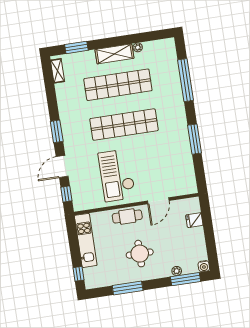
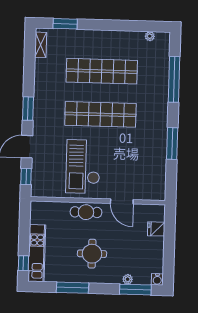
plant: (138, 47) -> (150, 36), moved
shelving: (114, 54) -> (104, 38), removed
door: (158, 201) -> (122, 201), hinge flipped
kitchen unit: (86, 240) -> (37, 253), moved

